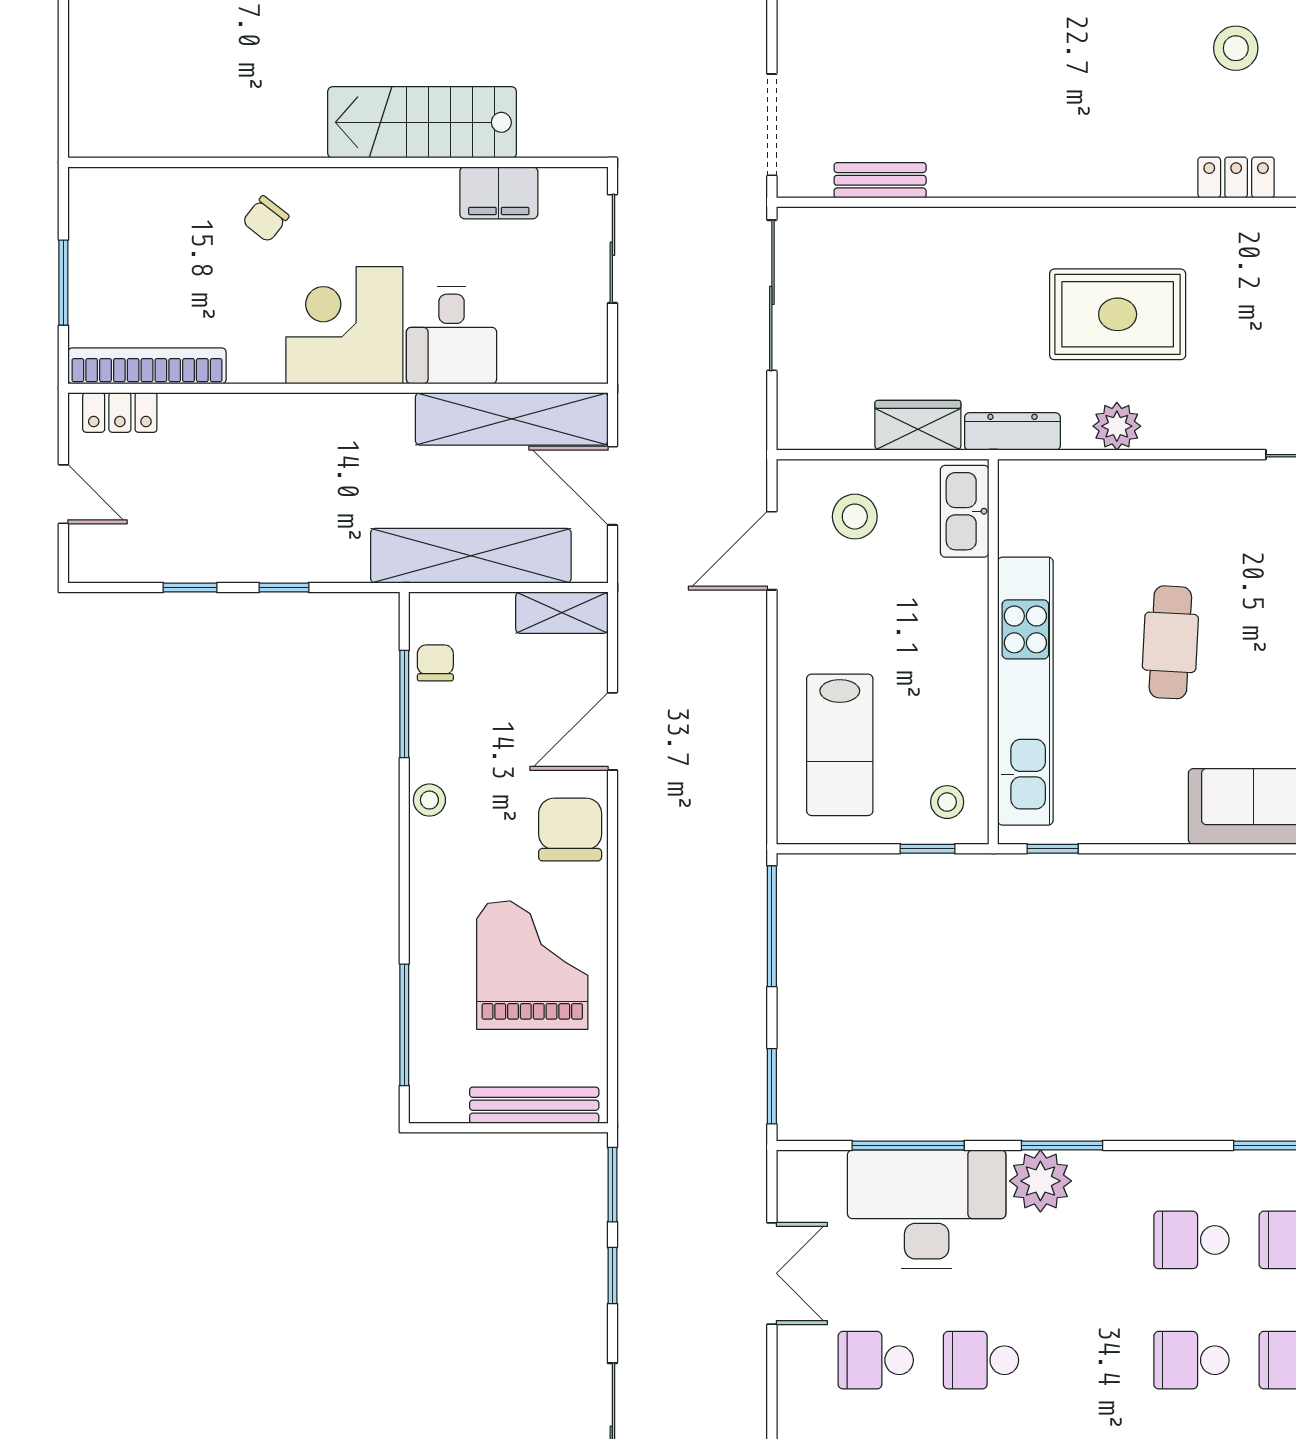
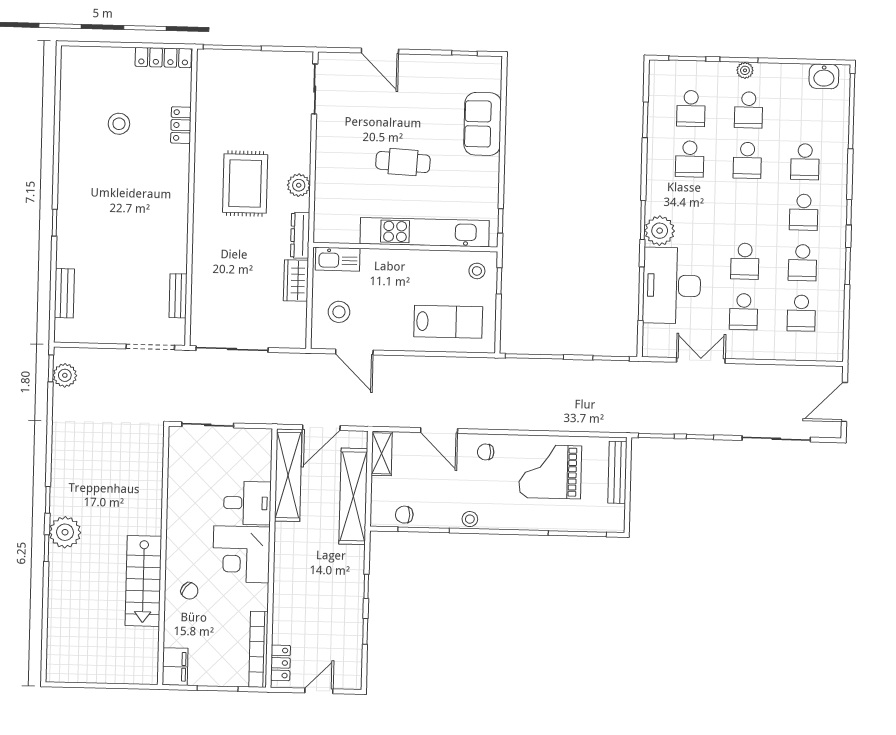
stairs: (422, 122) -> (143, 581), moved
filing cabinet: (499, 193) -> (175, 667), moved
chair: (570, 830) -> (486, 452), width x0.54, depth x0.54

